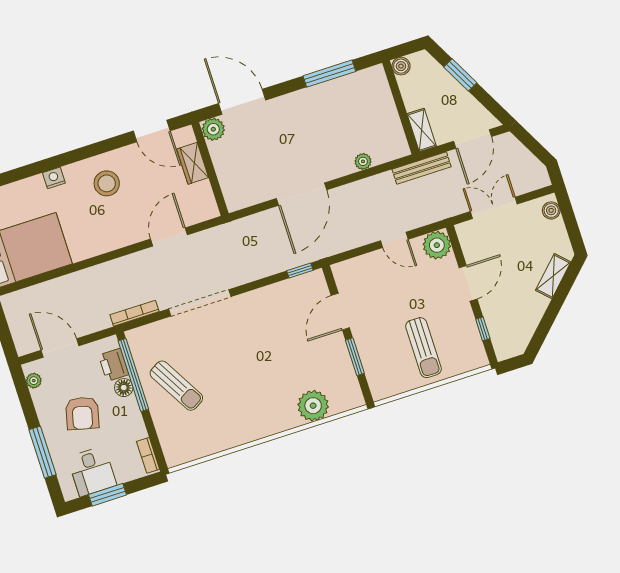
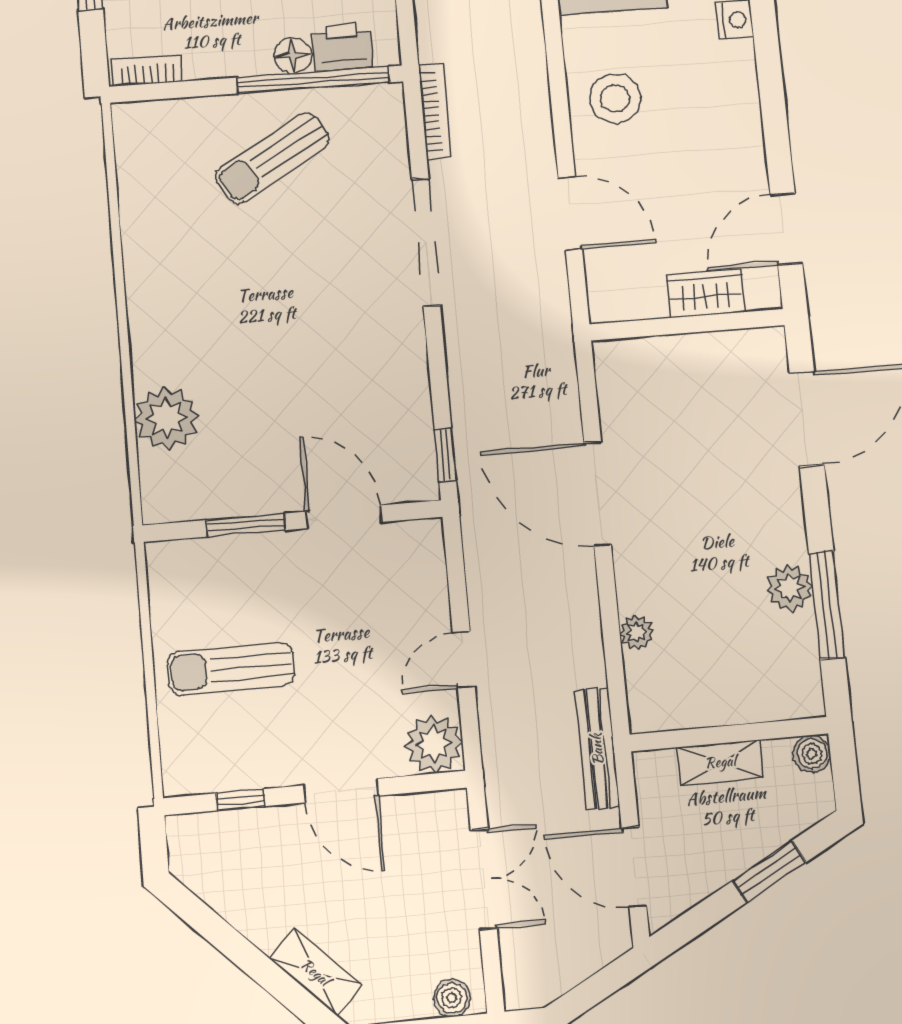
plant: (213, 129) -> (790, 588), moved
shelving: (422, 130) -> (720, 762), moved
stool: (107, 183) -> (615, 98), moved

